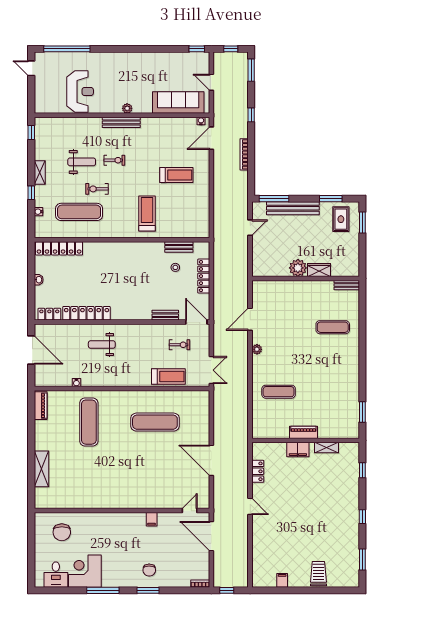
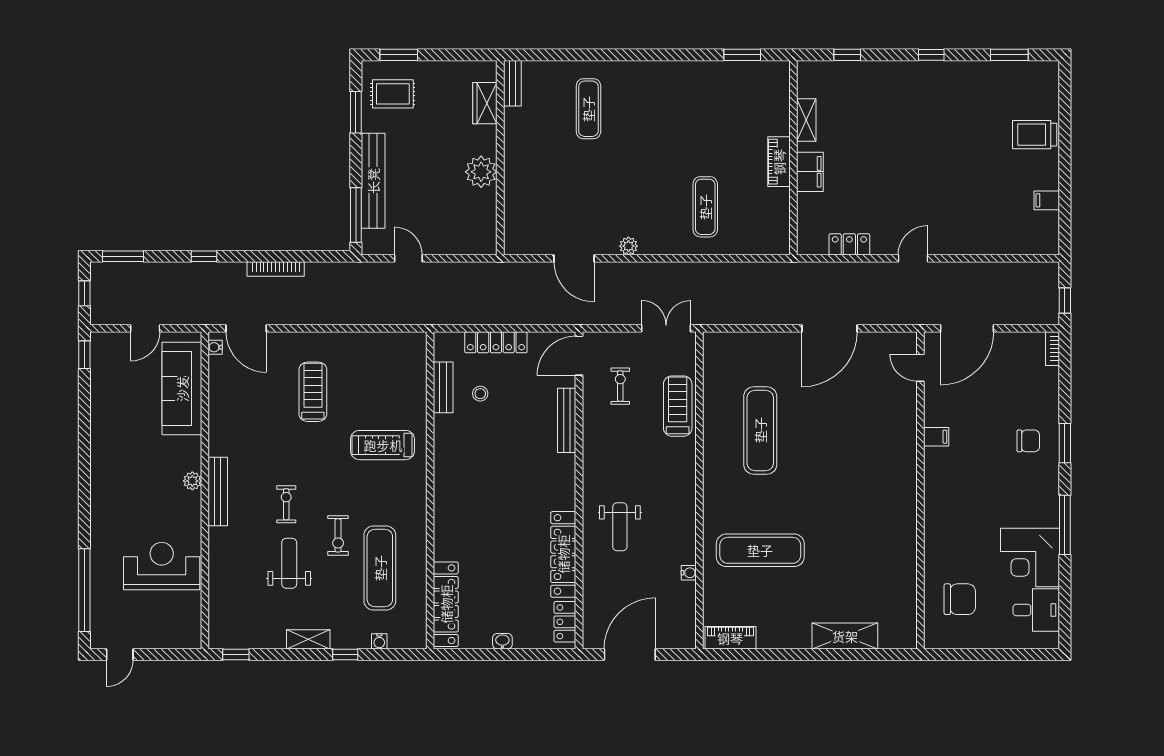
wardrobe: (319, 270) -> (485, 103), moved
bench: (165, 315) -> (567, 420), width x1.36

